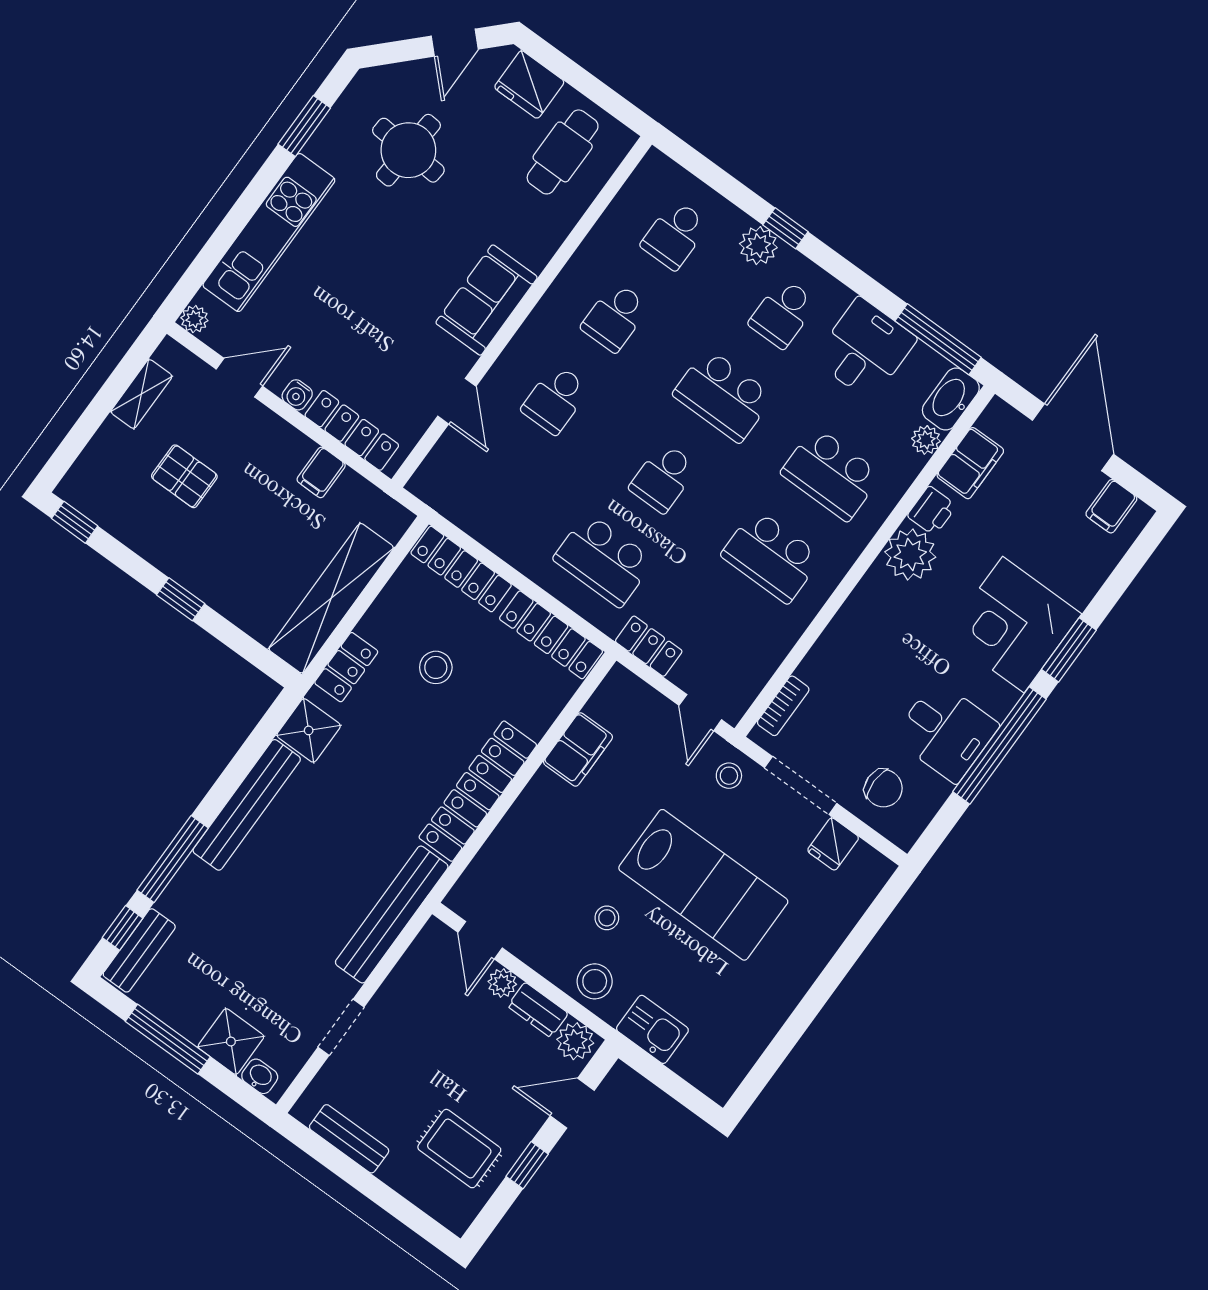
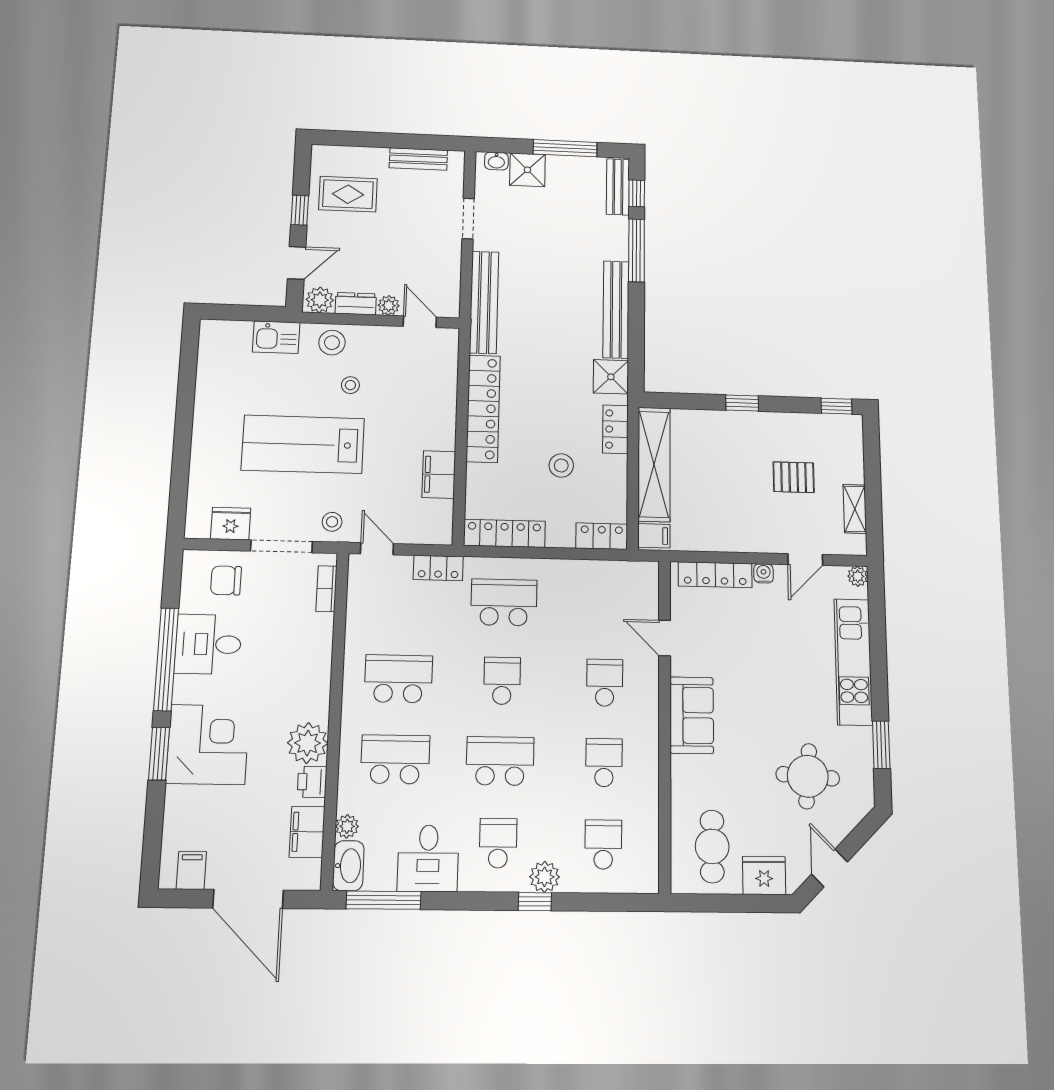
filing cabinet: (321, 472) -> (654, 536), moved, turned 90
locker: (461, 569) -> (602, 536), width x0.66
fridge: (833, 844) -> (231, 524), width x1.38

